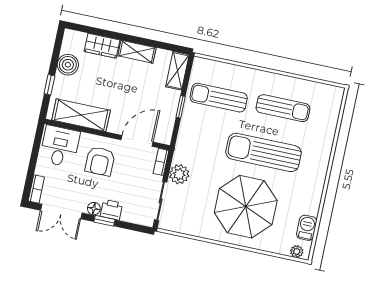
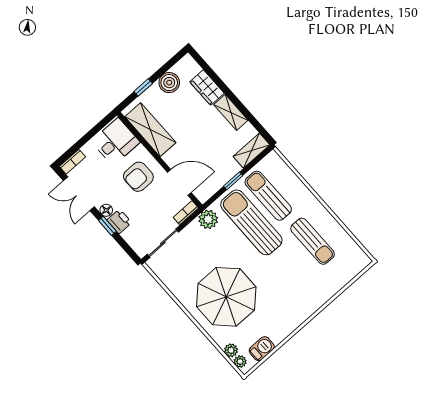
sun lounger: (264, 152) -> (251, 222), moved
plant: (179, 174) -> (208, 219), moved
plant: (282, 248) -> (231, 350), added

